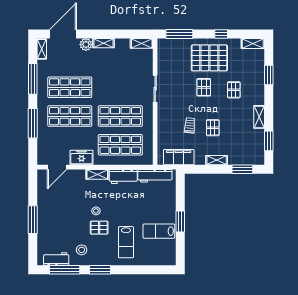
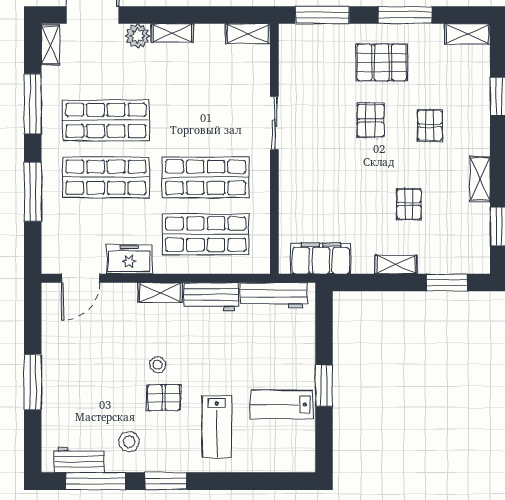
window: (221, 34) -> (405, 15), width x2.17
pallet: (209, 58) -> (382, 62), width x0.73, depth x0.71
trolley: (190, 125) -> (343, 196), removed
pallet: (213, 128) -> (409, 204), moved

